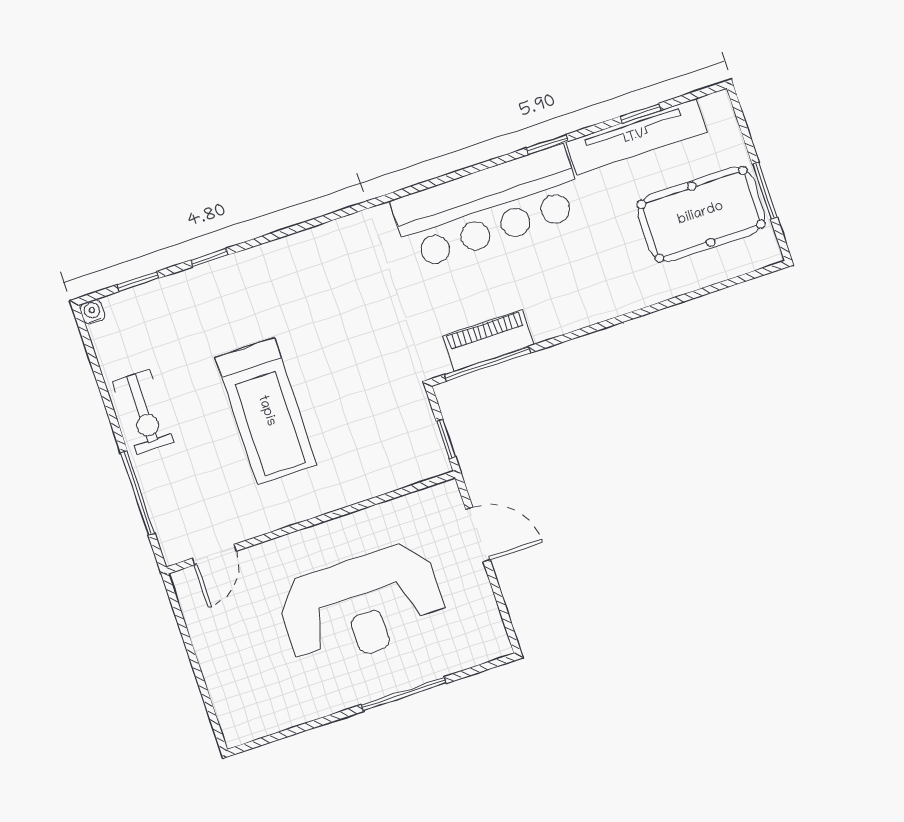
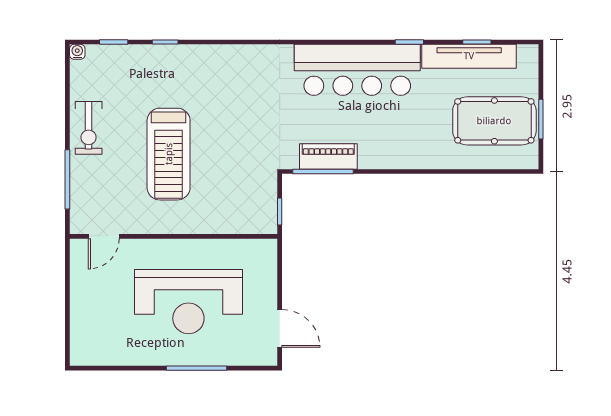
door: (478, 535) -> (280, 328), moved

